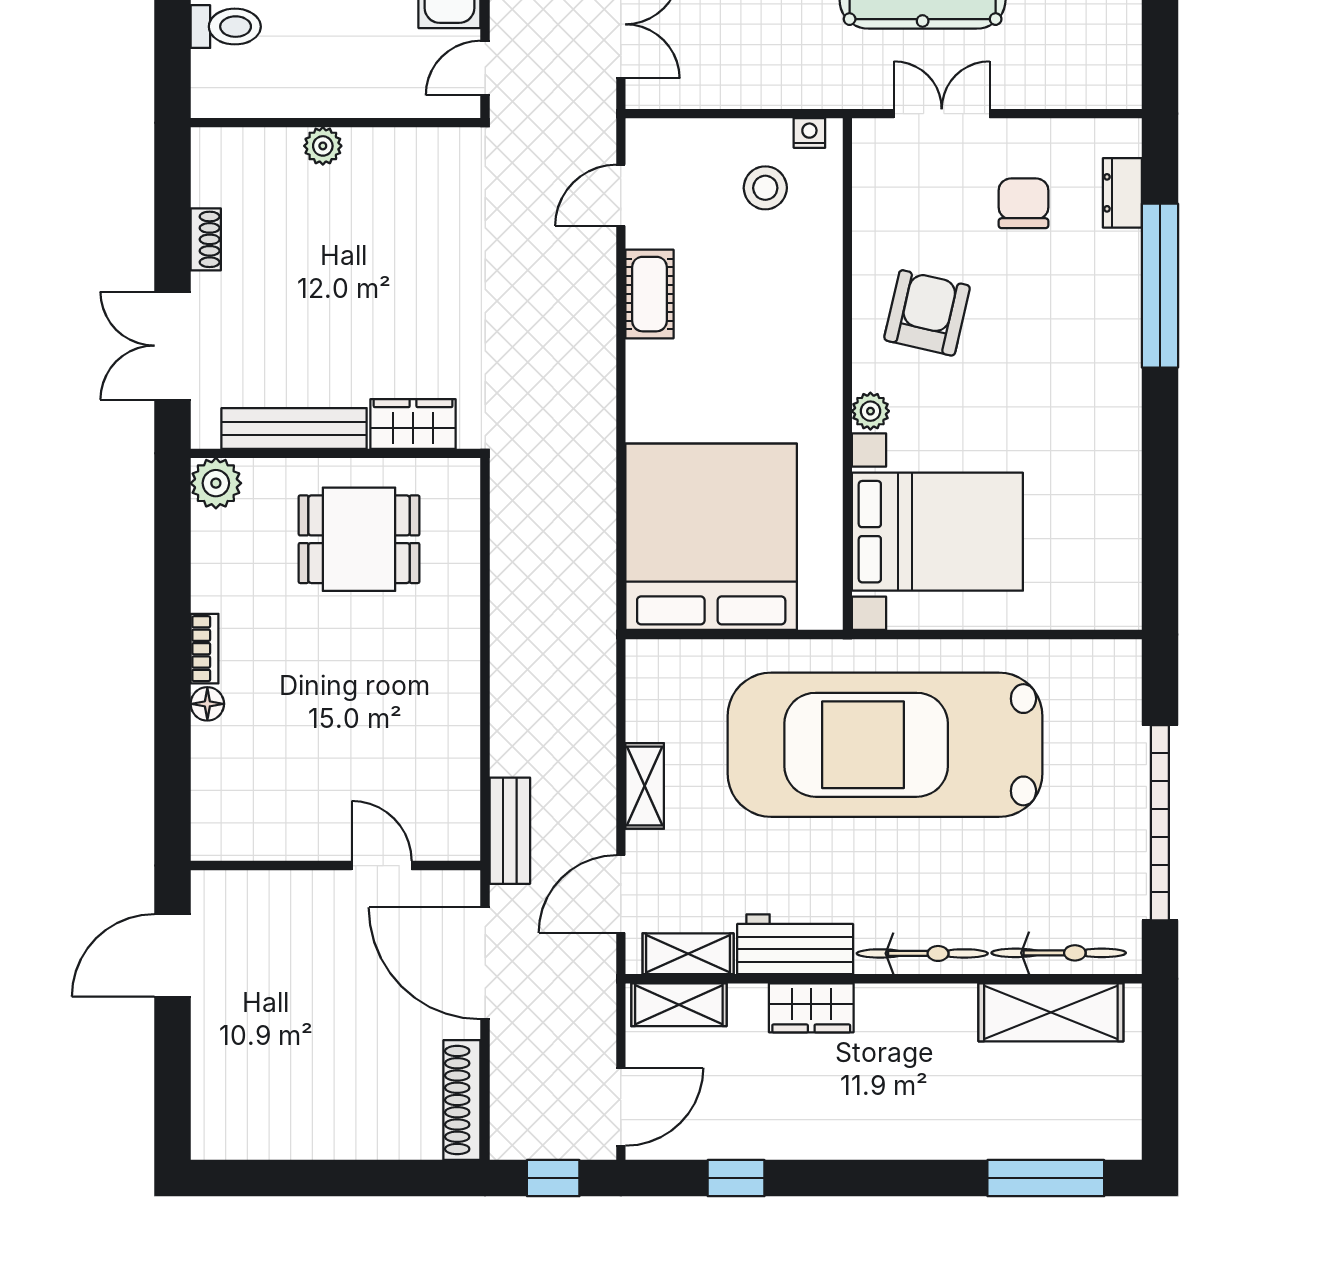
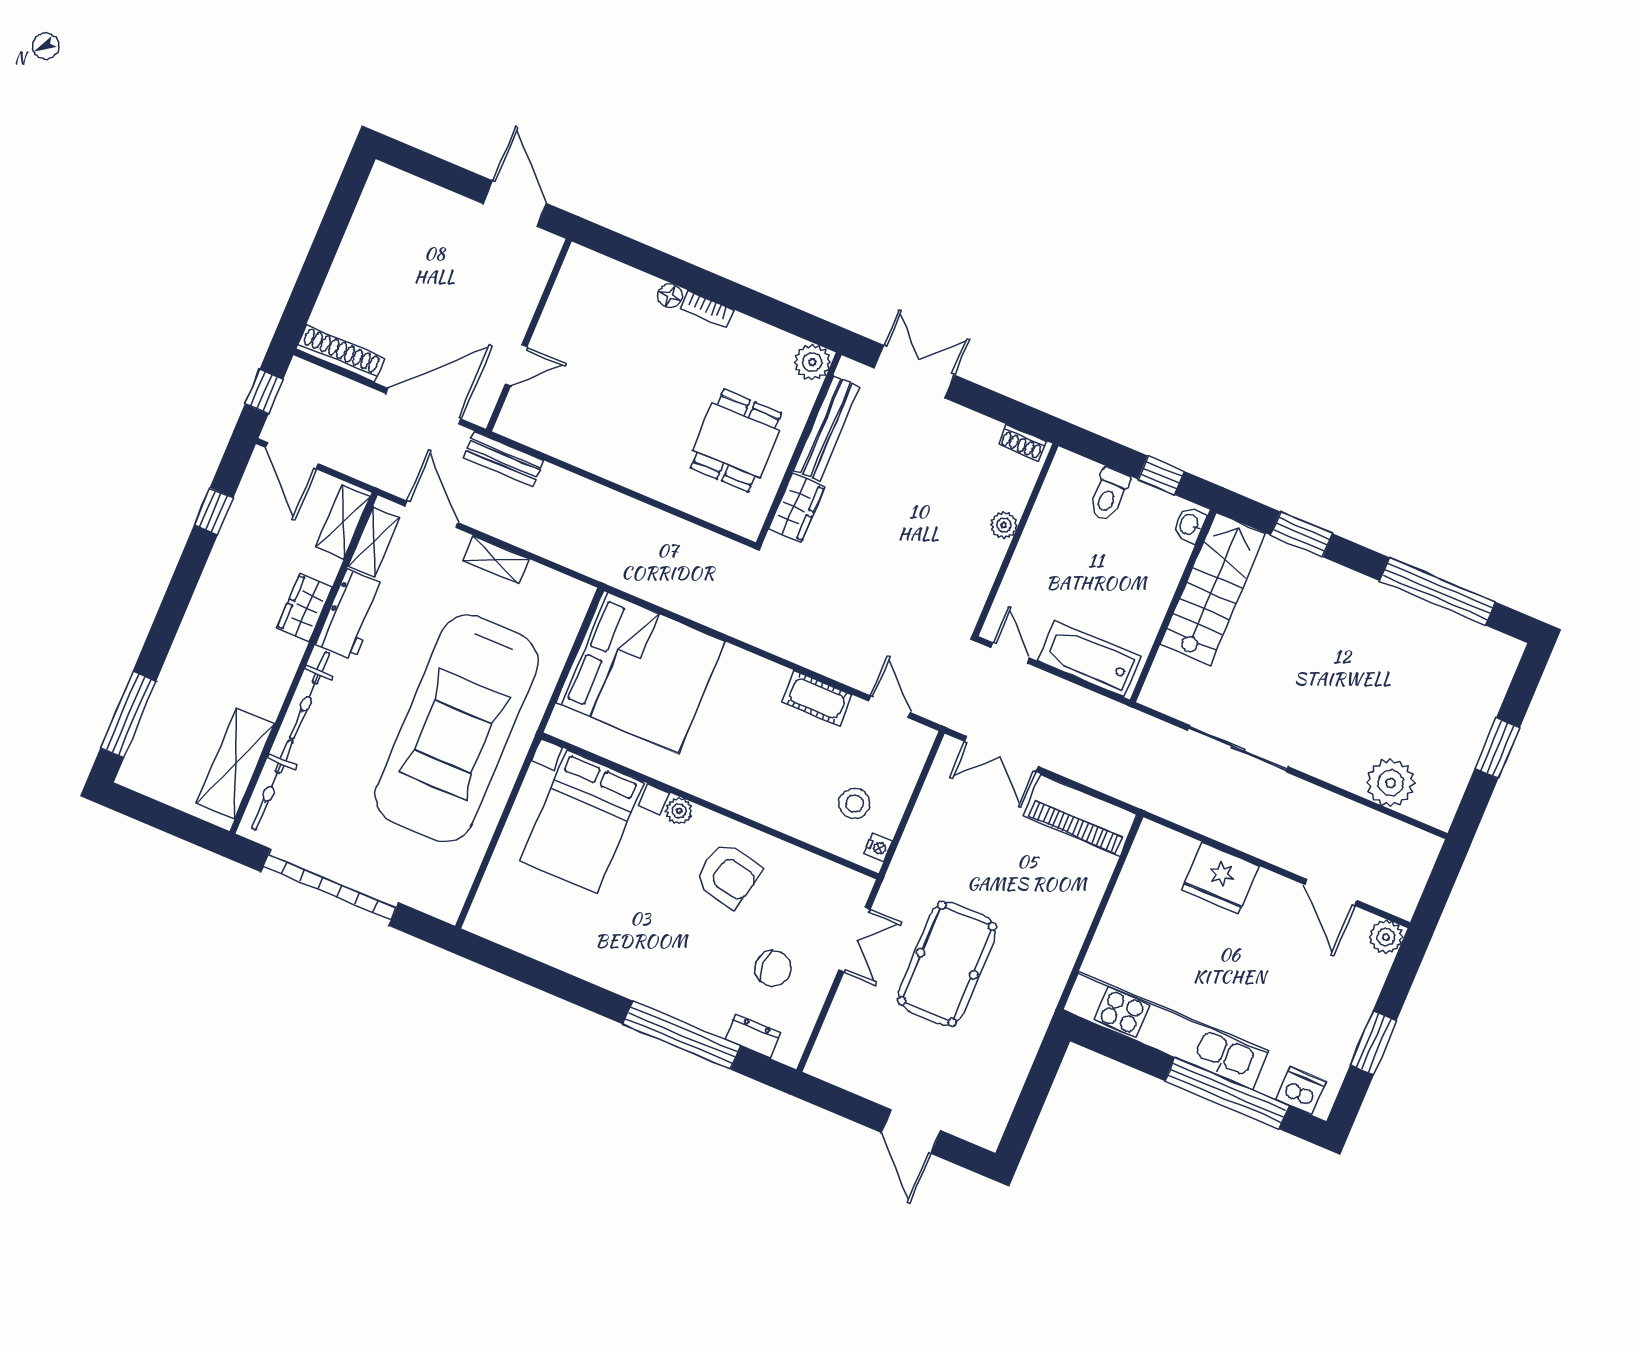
shoe rack: (206, 239) -> (1023, 443), moved
car: (885, 745) -> (457, 728), turned 180

